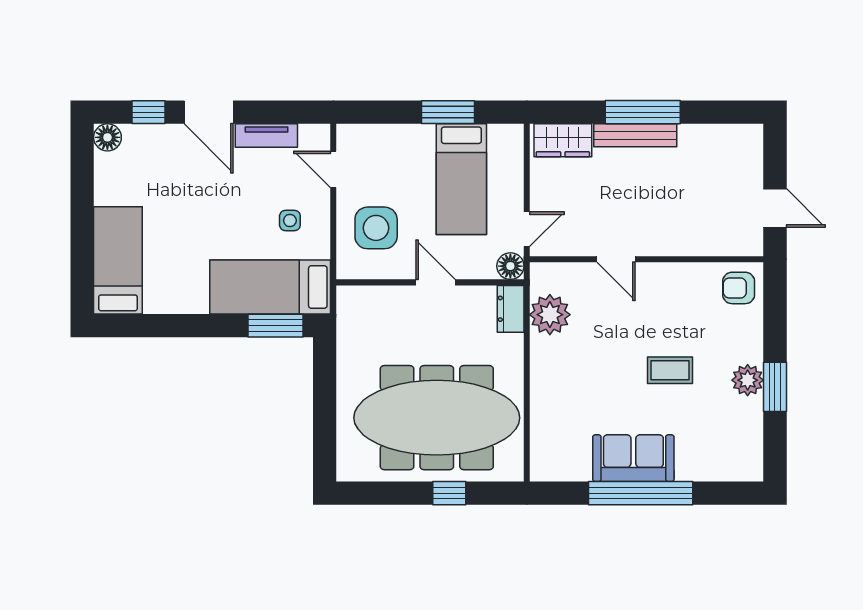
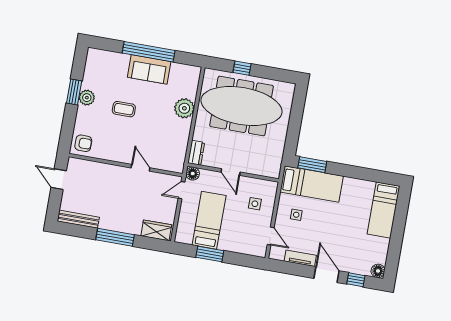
bench: (635, 135) -> (78, 219), moved
side table: (376, 228) -> (255, 204), width x0.54, depth x0.54
plant: (550, 315) -> (184, 108), moved

